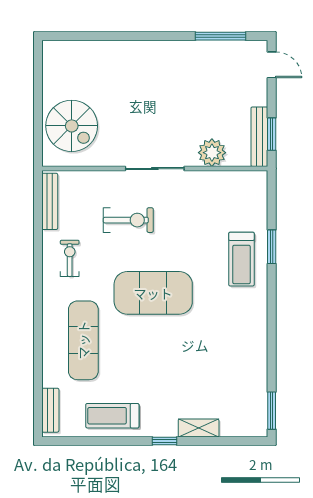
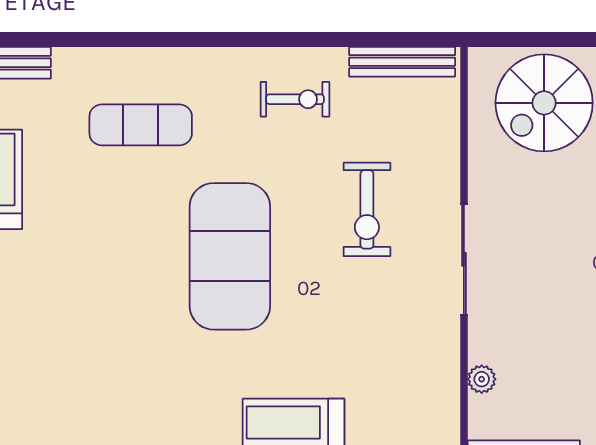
plant: (212, 153) -> (482, 379), width x0.53, depth x0.53
exercise mat: (83, 340) -> (141, 125), width x0.73, depth x0.69

